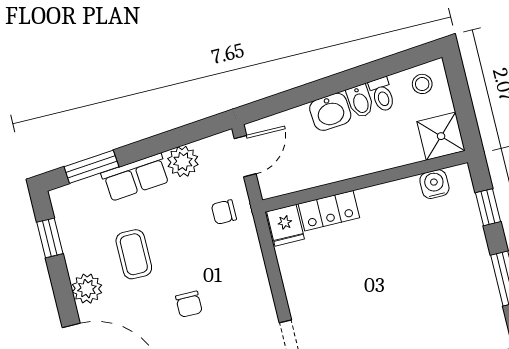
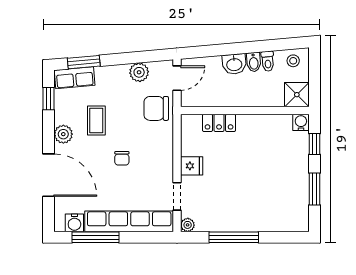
row of seats: (136, 177) -> (75, 78), moved
water cooler: (434, 184) -> (301, 122), moved
chair: (224, 212) -> (156, 108), width x1.87, depth x1.87
fridge: (285, 225) -> (192, 166), moved, turned -90

